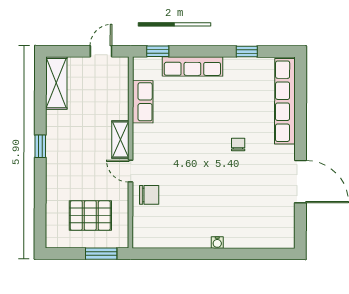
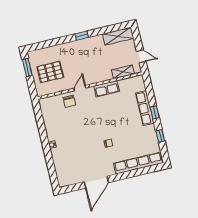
window: (158, 51) -> (155, 113), moved
row of seats: (143, 102) -> (107, 89), moved
shelving: (120, 139) -> (123, 72), moved
pallet: (90, 216) -> (50, 72), turned 90
window: (101, 254) -> (27, 68), moved

